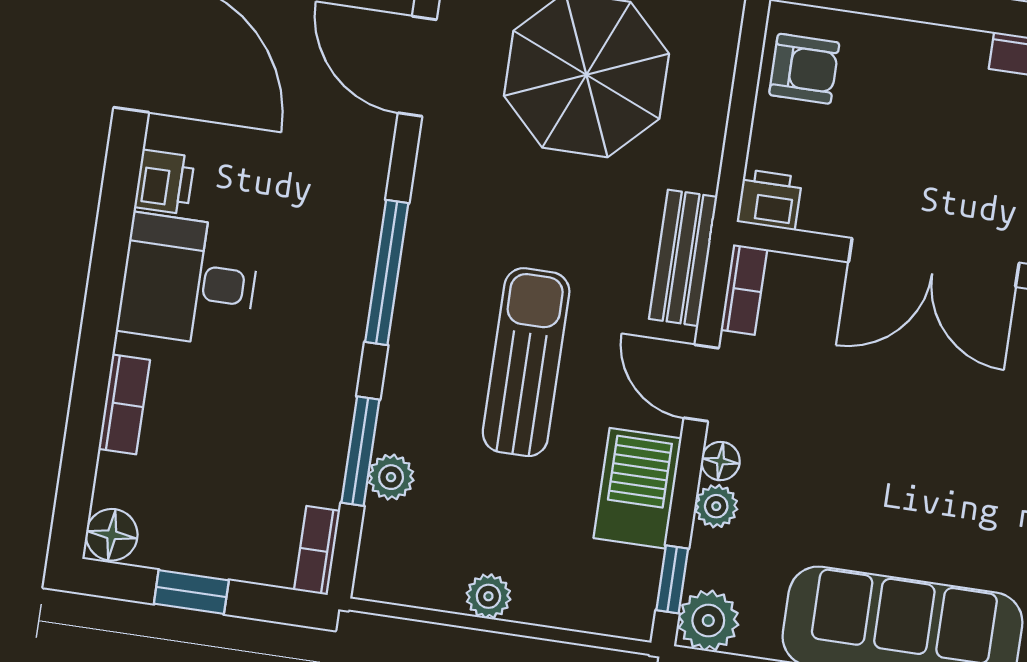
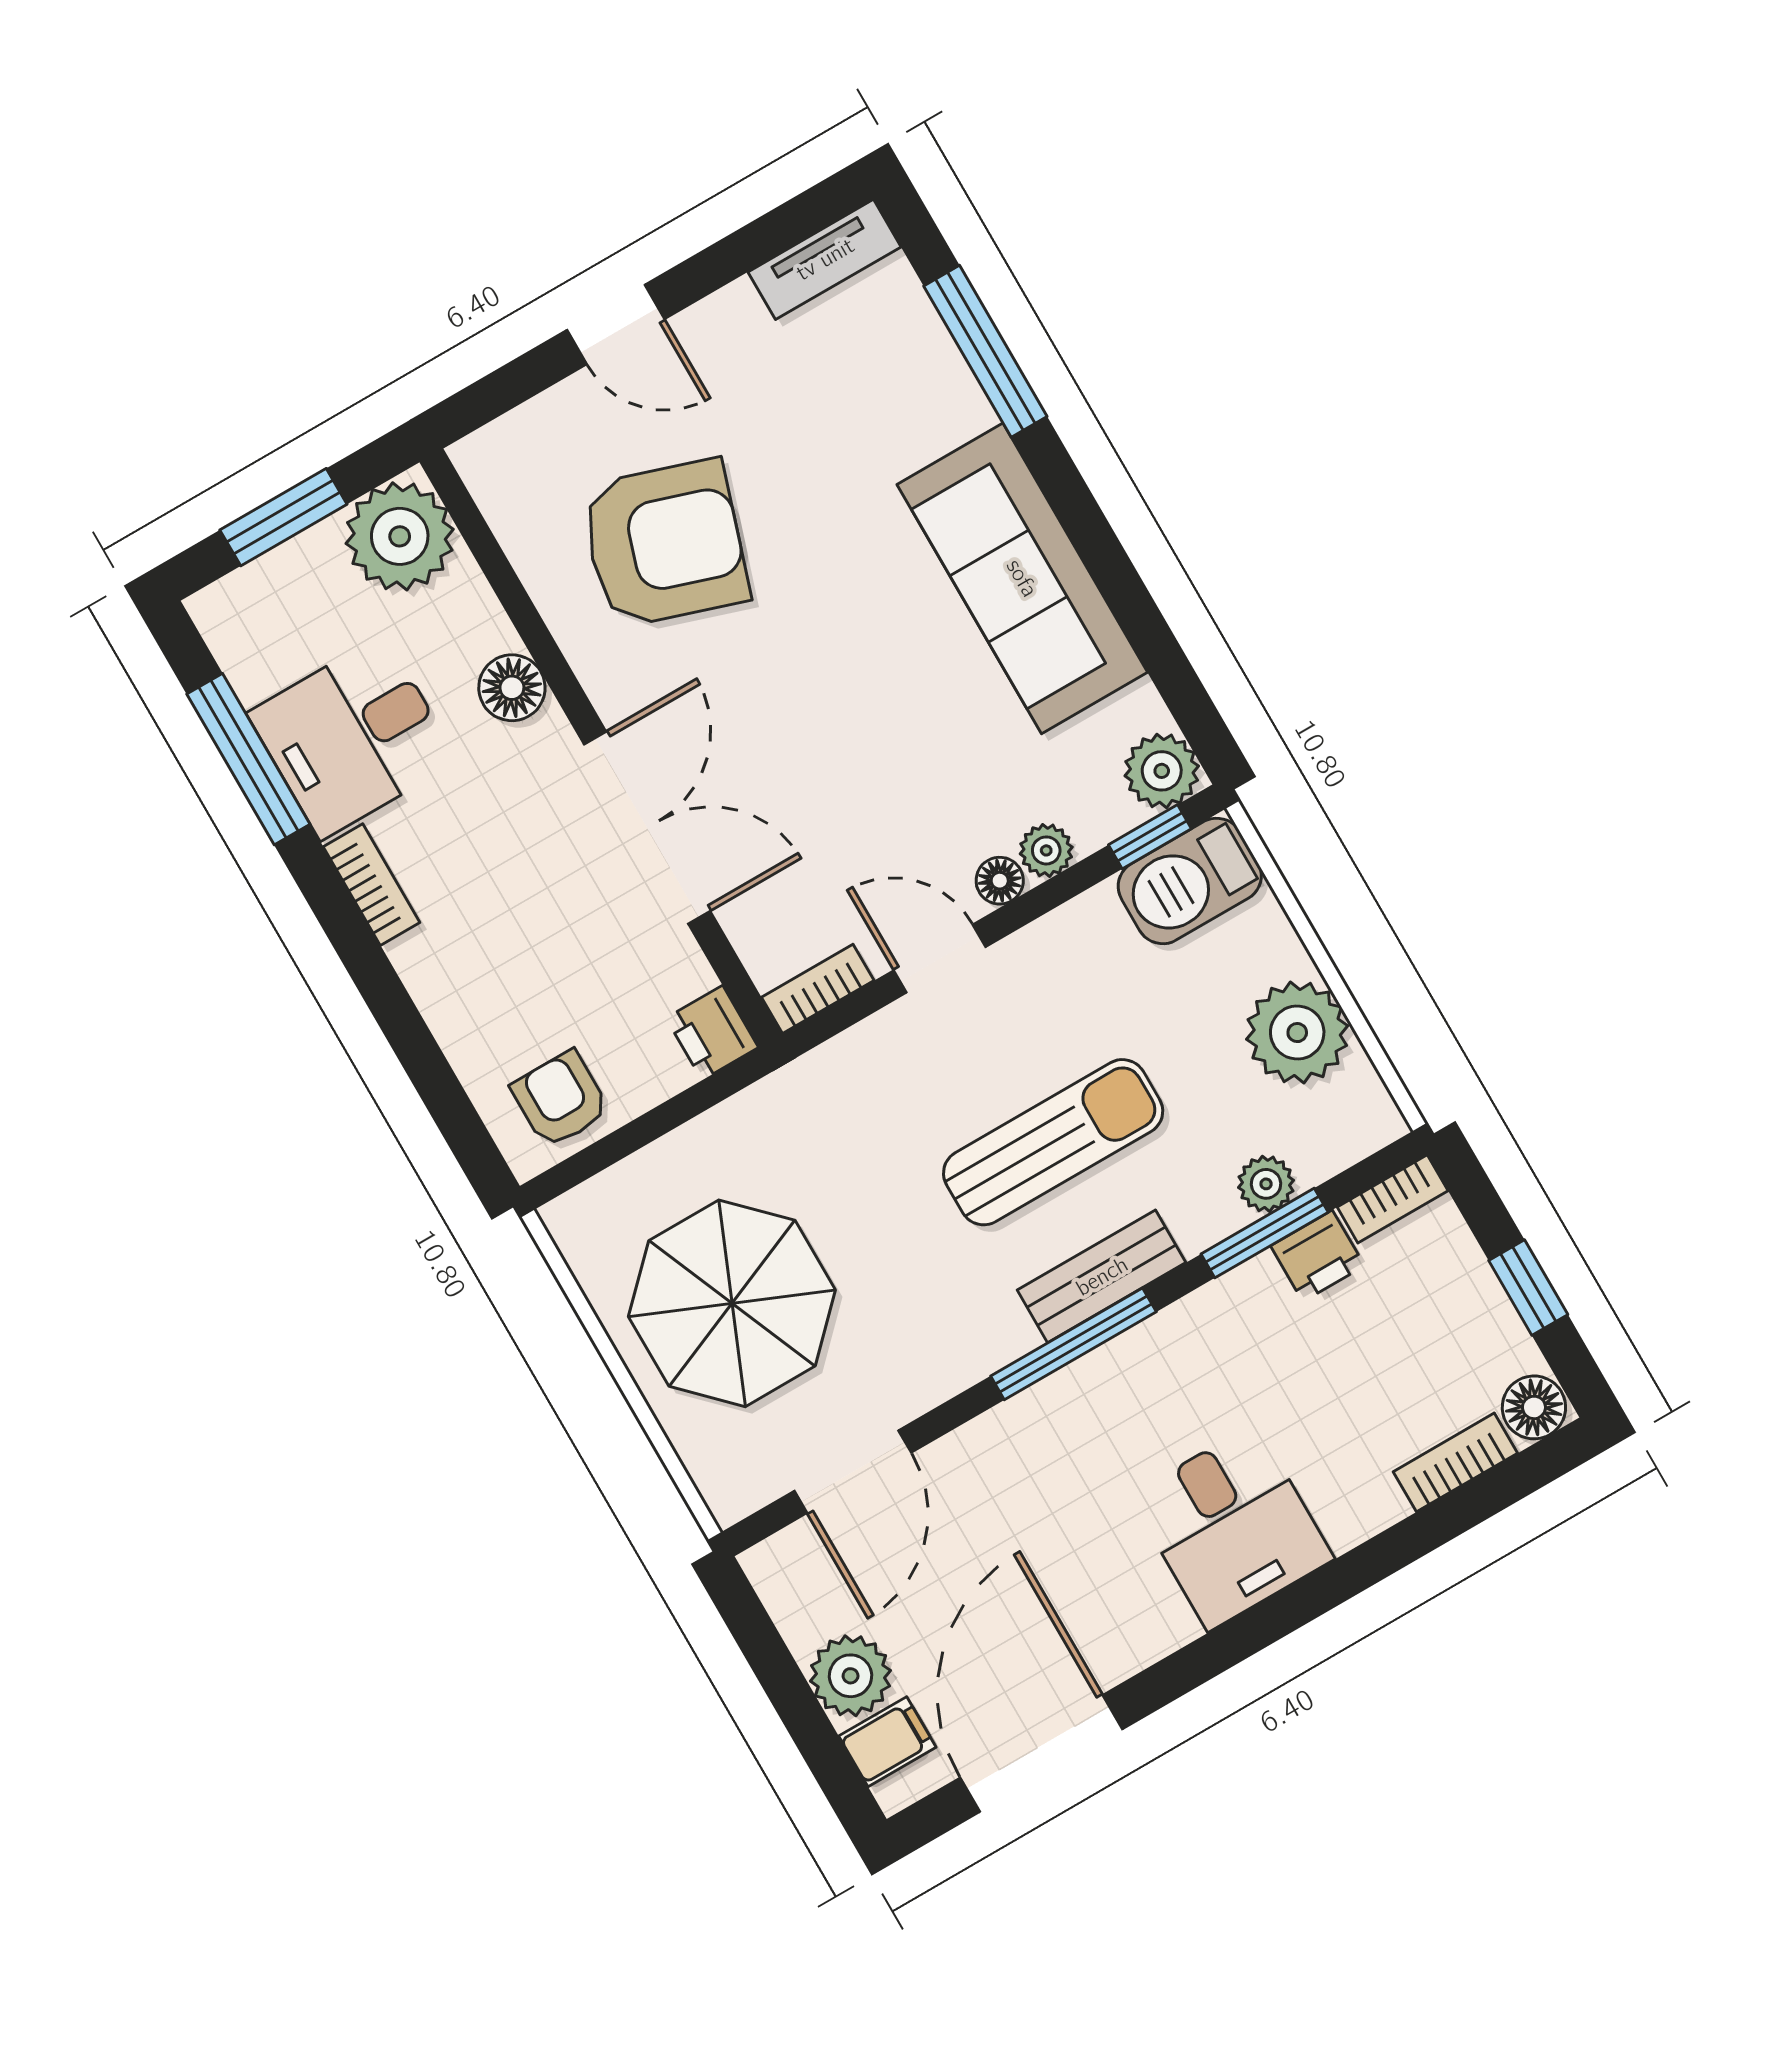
printer: (165, 182) -> (1318, 1256), moved, turned 180
bench: (683, 258) -> (1102, 1276), moved
sun lounger: (526, 362) -> (1053, 1142), turned 180
door: (701, 383) -> (940, 959), swing flipped
bookcase: (124, 404) -> (1455, 1462), moved
barbecue: (638, 488) -> (1190, 881), moved
plant: (488, 596) -> (1297, 1033), width x1.88, depth x1.88

